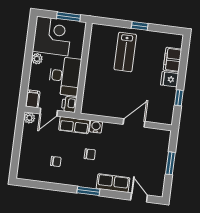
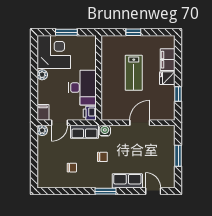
lab bench: (125, 52) -> (134, 73), moved
wall: (83, 68) -> (99, 78), moved
desk: (65, 76) -> (82, 88), moved
printer: (69, 104) -> (90, 113), moved

